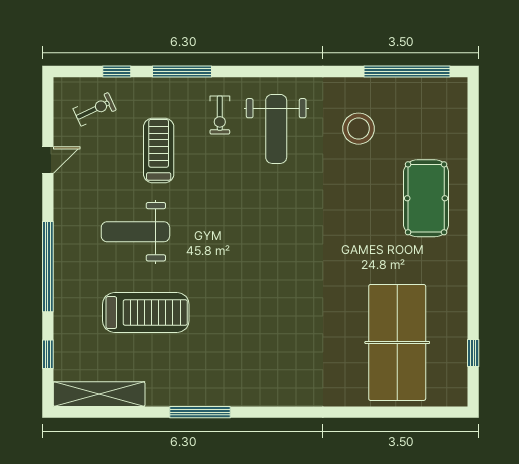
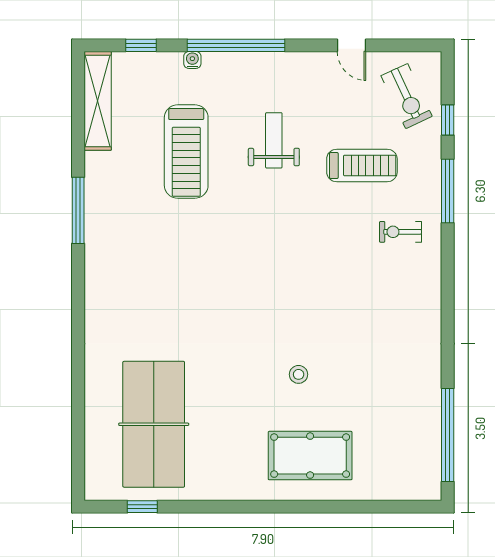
exercise bike: (95, 109) -> (407, 96), width x1.38, depth x1.39
weight bench: (276, 129) -> (385, 293), removed
stool: (359, 129) -> (299, 374), moved, width x0.53, depth x0.53
weight bench: (135, 232) -> (274, 140), width x0.73, depth x0.75
water cooler: (61, 307) -> (192, 60), added
table tennis table: (397, 342) -> (154, 424), turned 90

